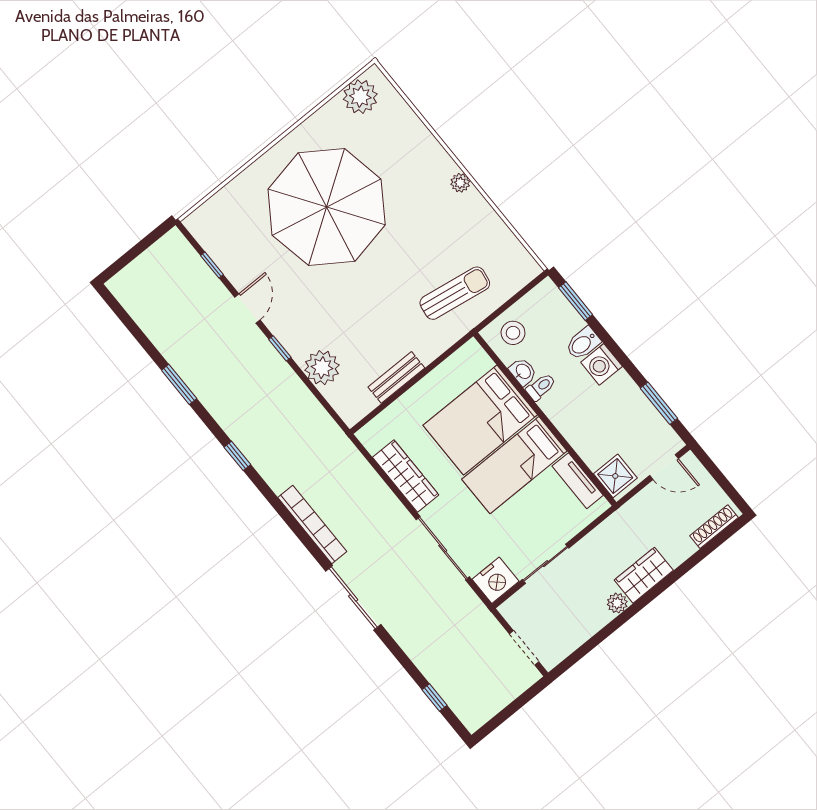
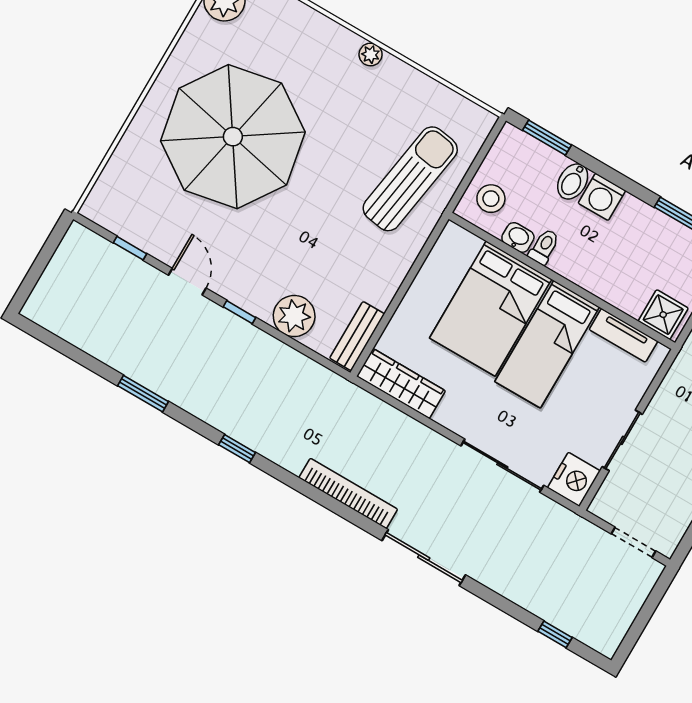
sun lounger: (455, 293) -> (410, 179), width x1.36, depth x1.34
bench: (396, 377) -> (357, 336), moved
wardrobe: (406, 476) -> (401, 384), moved

